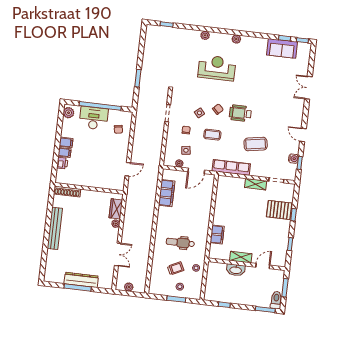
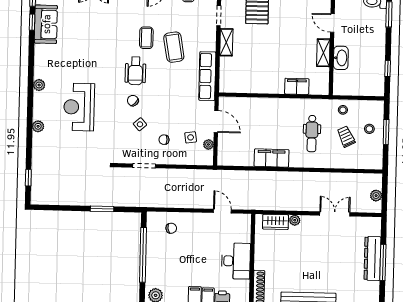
desk: (94, 118) -> (236, 261), moved, turned 180
coffee table: (212, 135) -> (146, 38), moved
filing cabinet: (167, 193) -> (272, 158), moved

